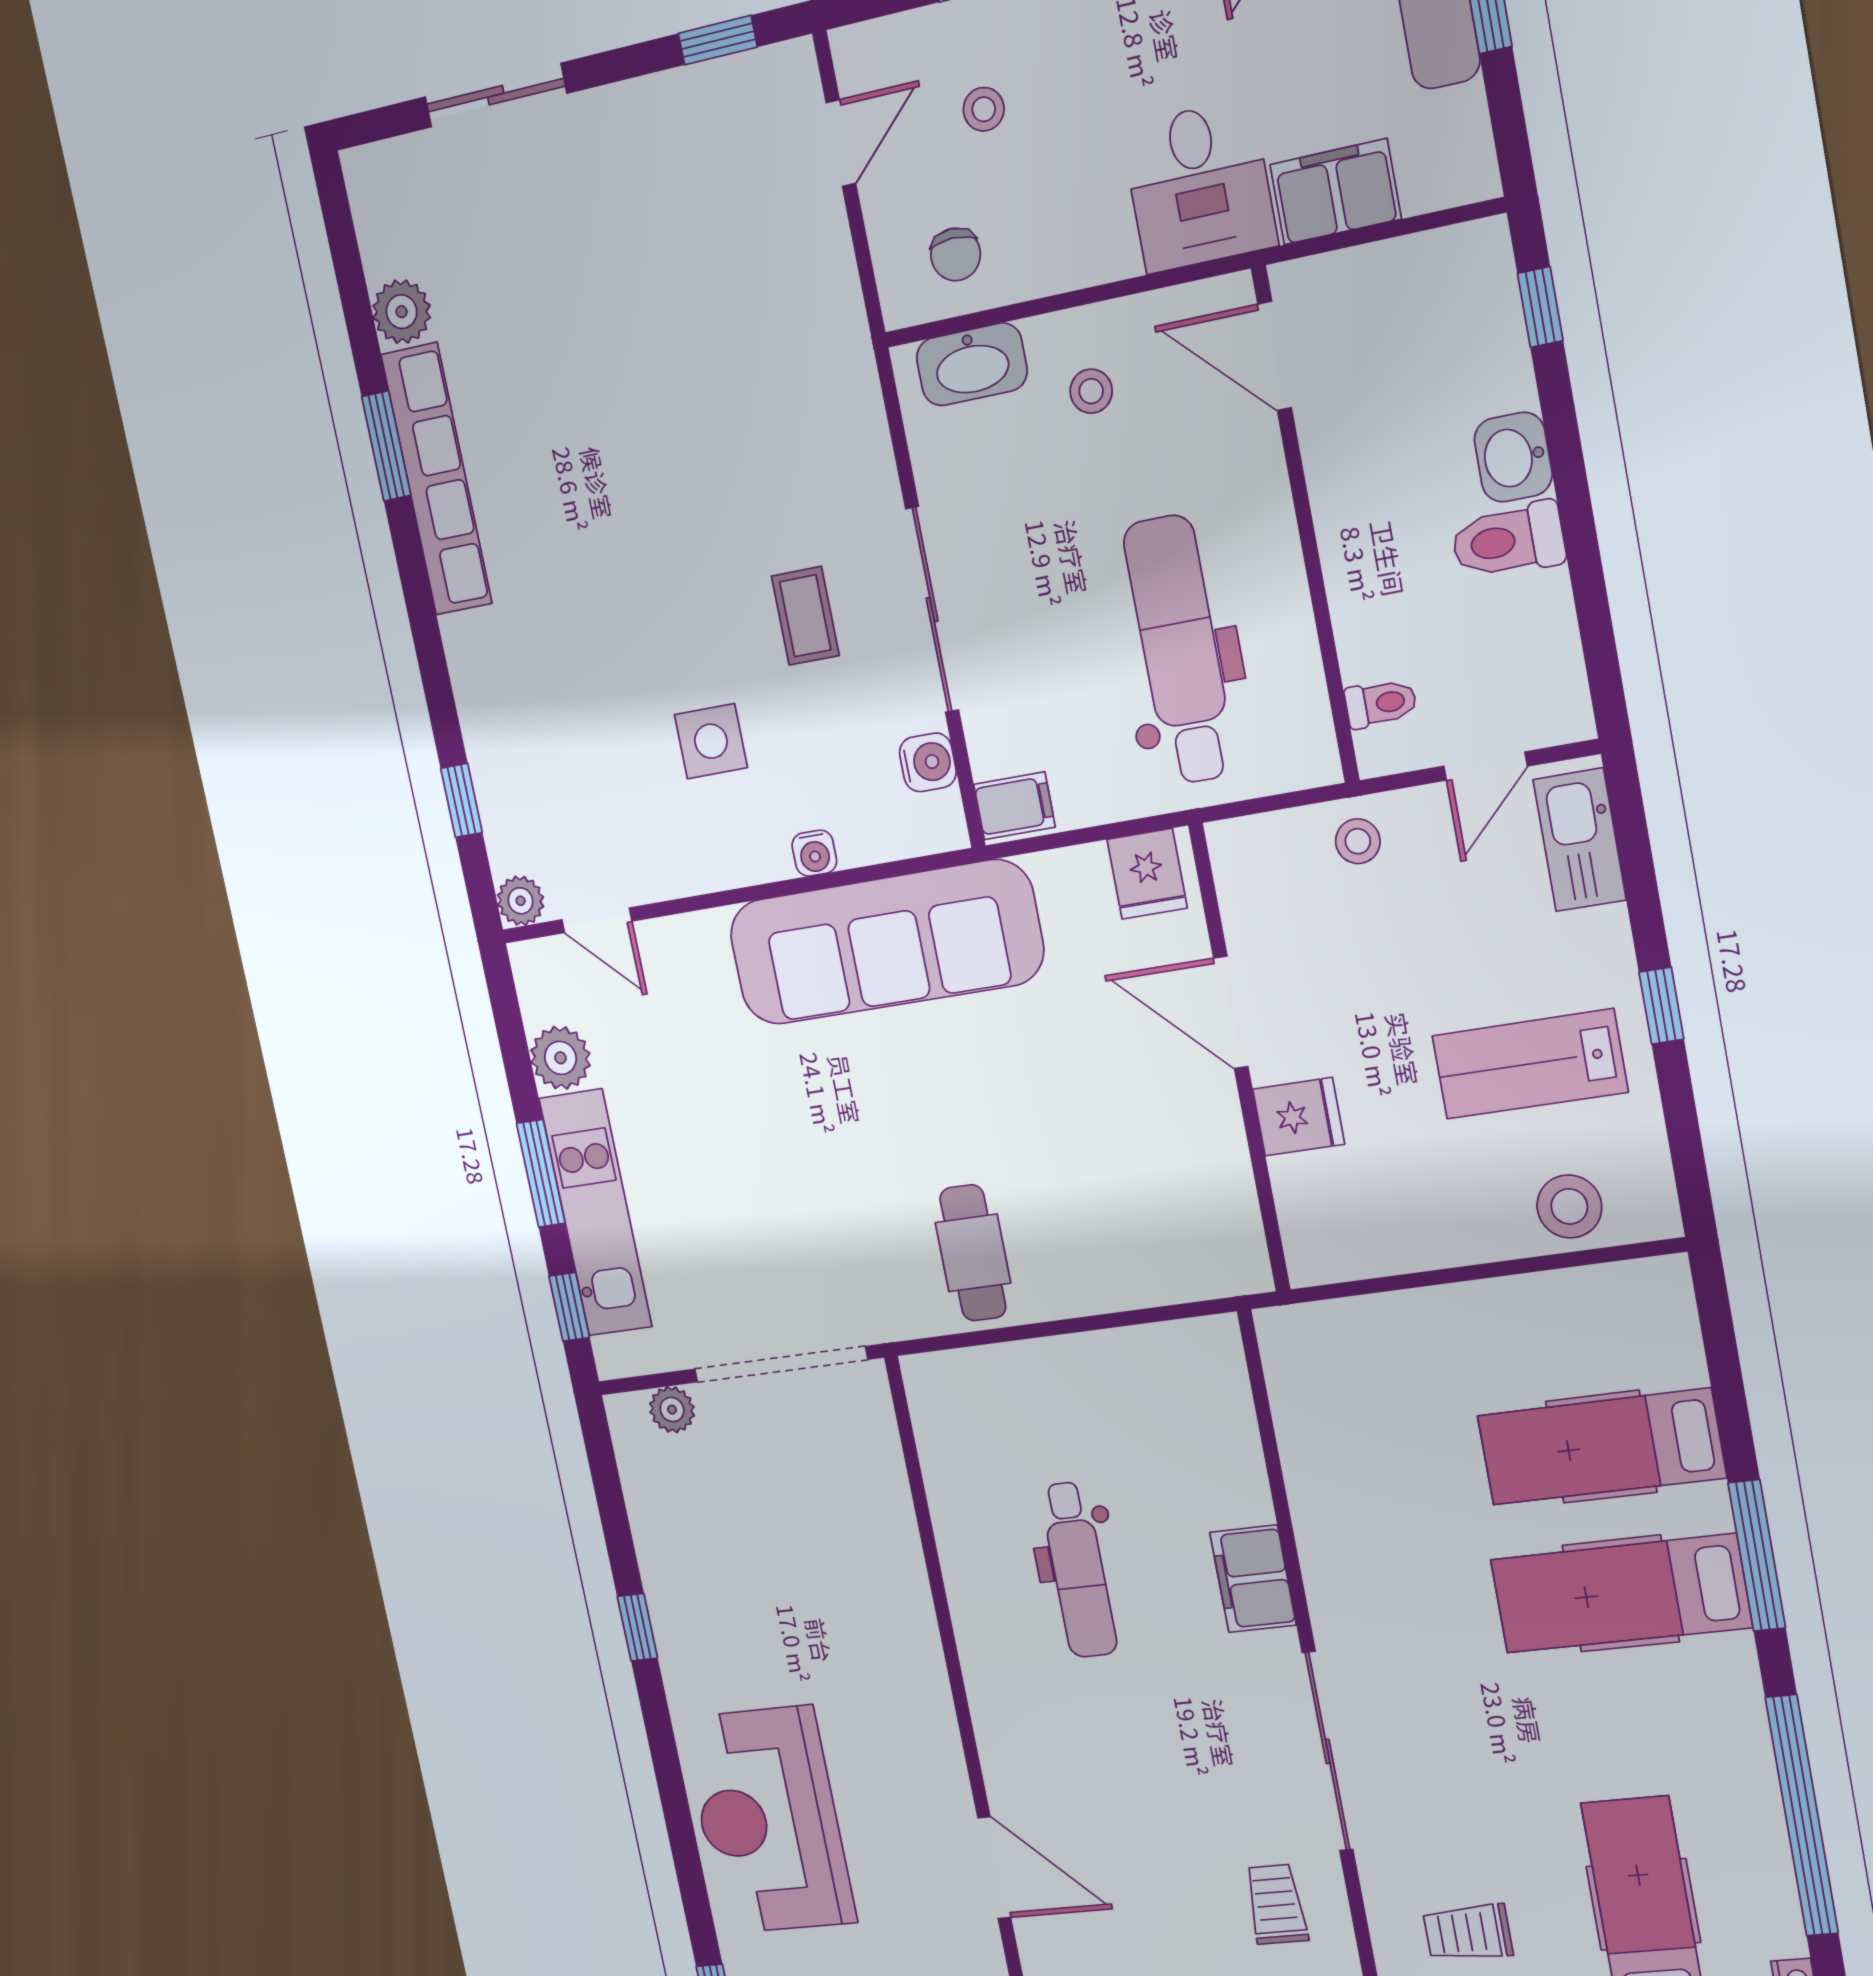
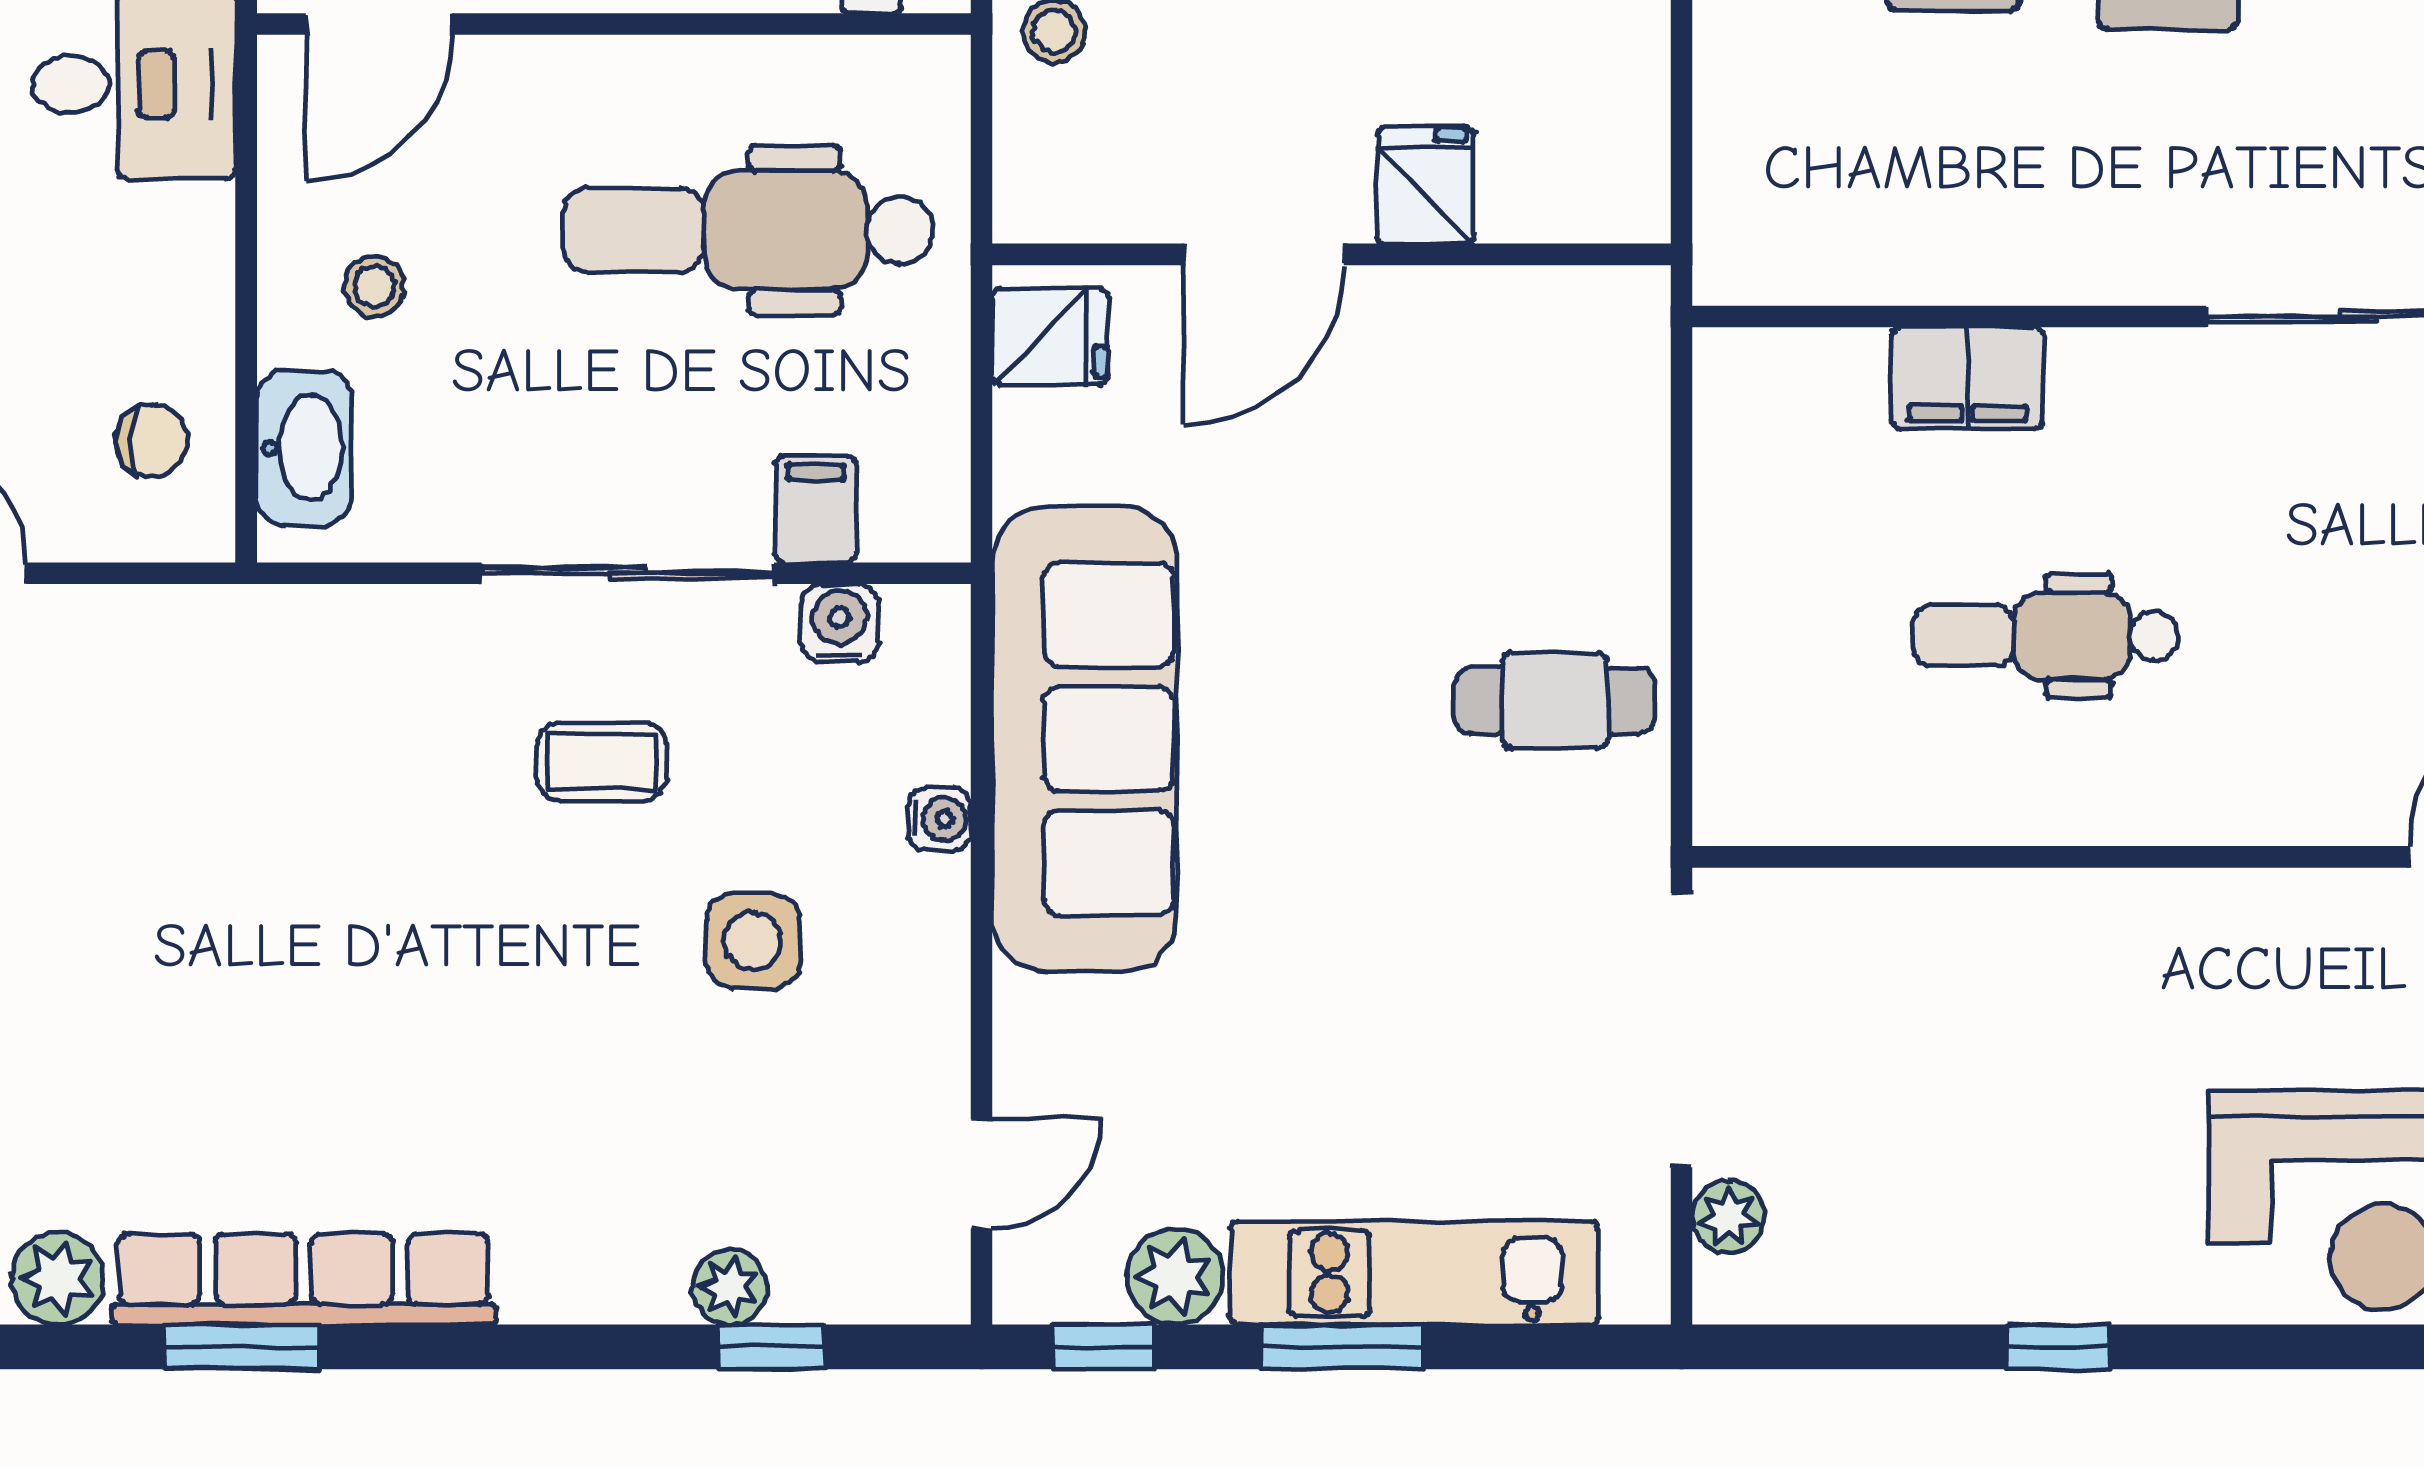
filing cabinet: (1014, 806) -> (816, 509), moved
plant: (521, 901) -> (730, 1287), moved
window: (569, 1307) -> (1104, 1347), moved
dental chair: (1078, 1570) -> (2046, 636), turned 180
filing cabinet: (1253, 1579) -> (1967, 378), moved

